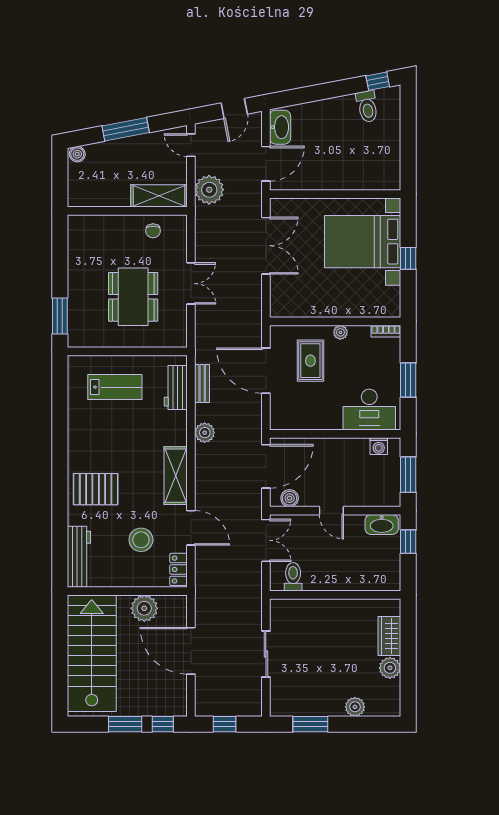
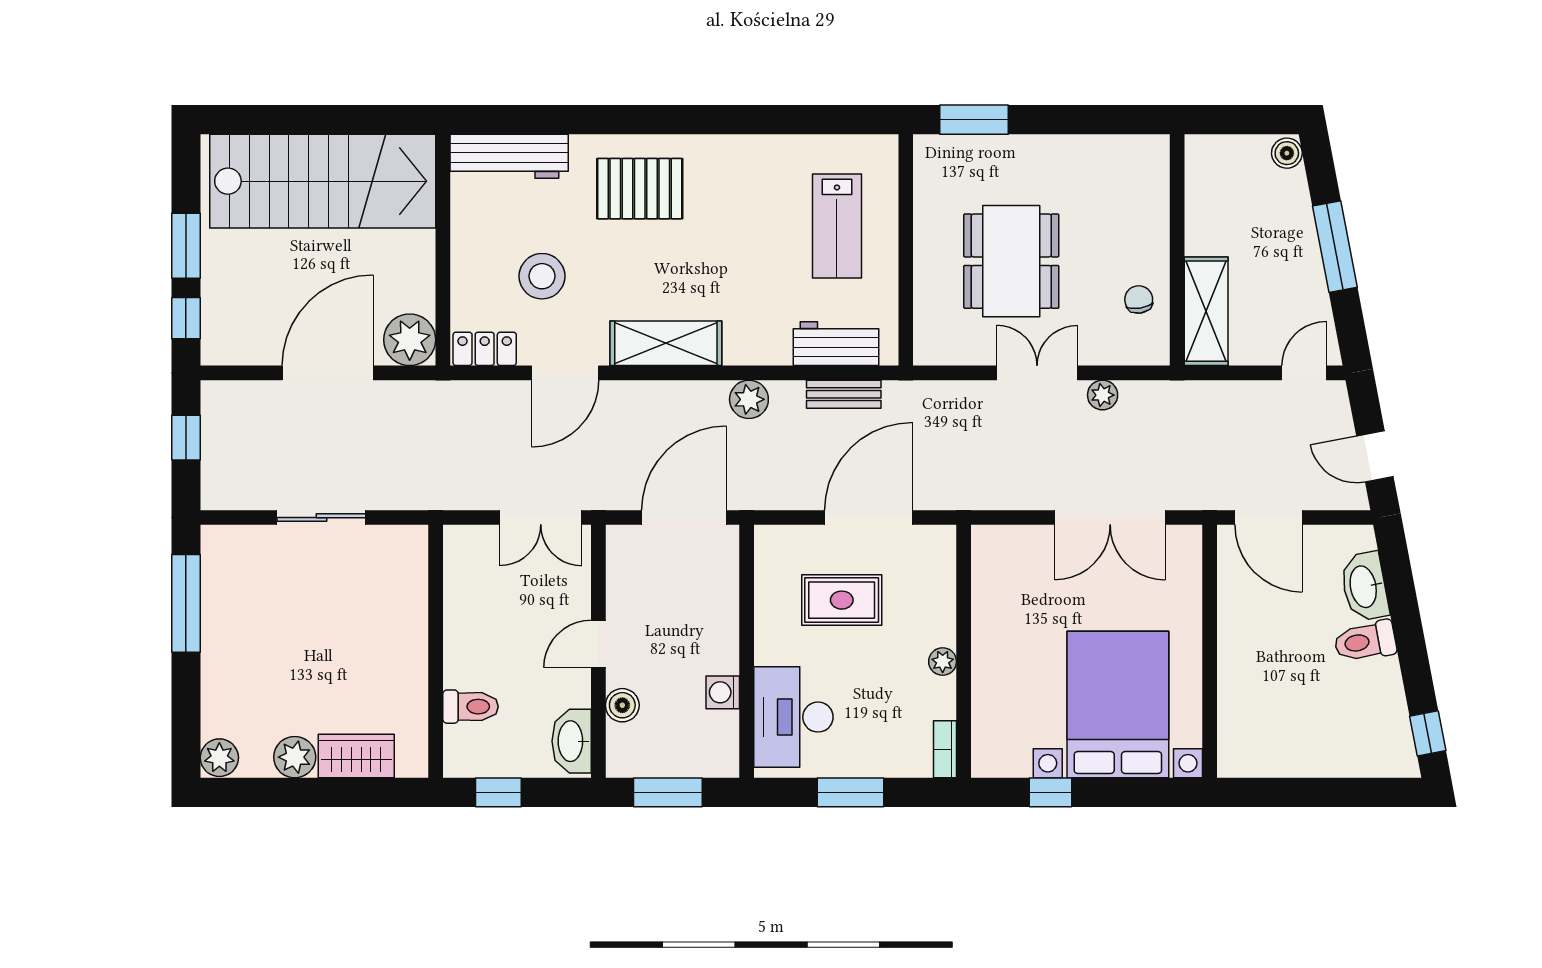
toilet: (367, 106) -> (1365, 641), moved
washbasin: (280, 127) -> (1364, 587), moved, turned 79
plant: (209, 190) -> (1103, 395), moved, width x0.53, depth x0.53
chair: (153, 231) -> (1139, 300), turned 81
window: (408, 258) -> (1051, 792), moved
double door: (191, 283) -> (1037, 373), swing flipped
dining table: (133, 297) -> (1011, 261), turned 90
rug: (310, 361) -> (842, 600), moved
washing machine: (379, 446) -> (723, 692), moved
door: (266, 466) -> (684, 518), swing flipped
pallet: (96, 489) -> (640, 189), turned 90
boiler: (290, 498) -> (622, 705), moved
window: (408, 542) -> (498, 792), moved
toilet: (293, 577) -> (470, 707), moved
plant: (144, 608) -> (410, 340), moved
plant: (355, 707) -> (219, 758), moved
window: (310, 724) -> (186, 603), width x1.44

